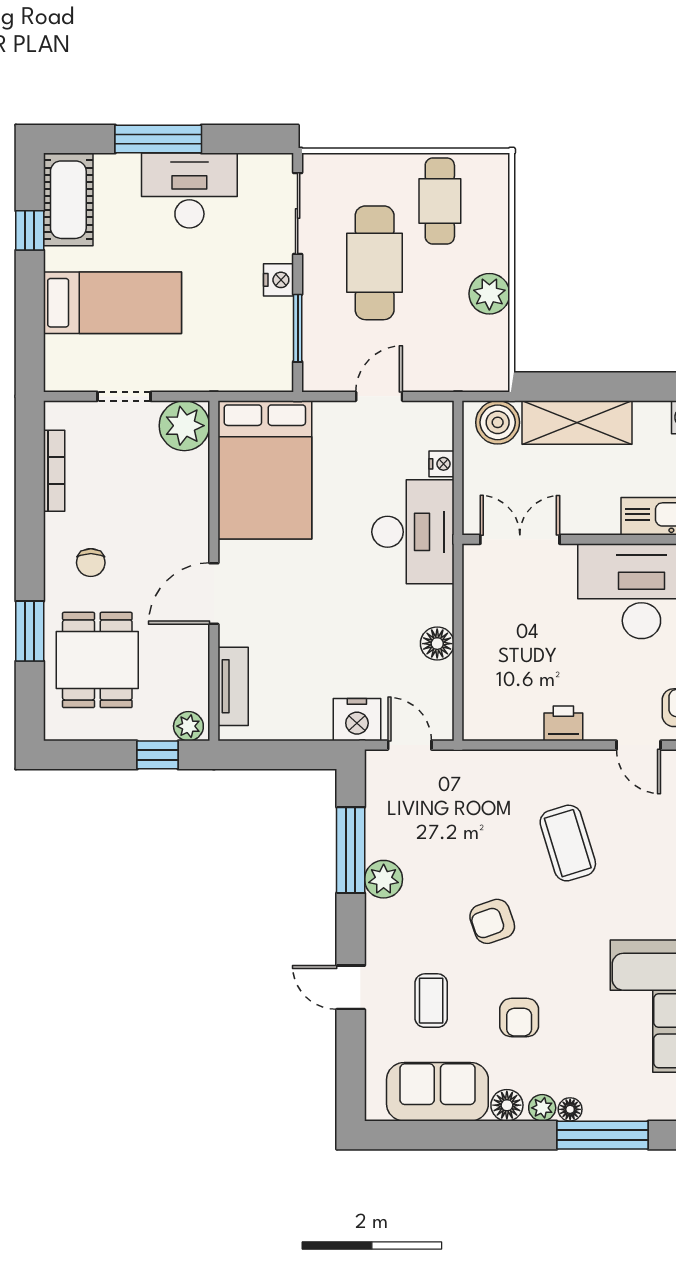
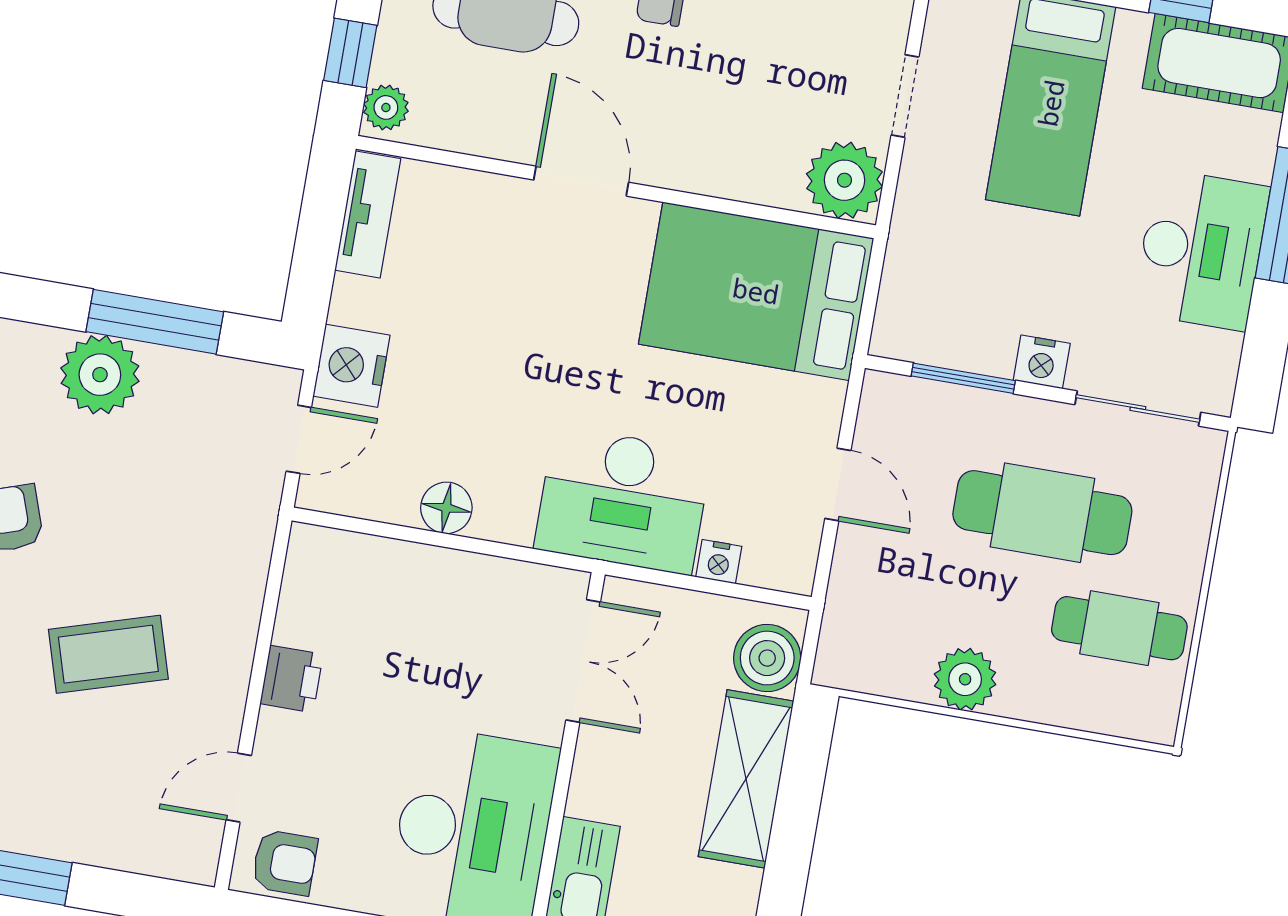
tv unit: (233, 686) -> (368, 214), moved, turned -90
plant: (384, 879) -> (100, 375), width x1.36, depth x1.36

